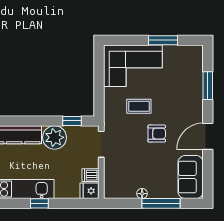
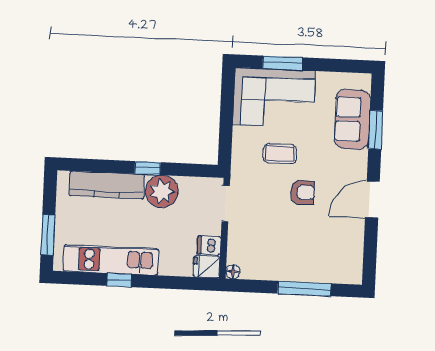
window: (163, 40) -> (283, 63), moved
window: (72, 121) -> (148, 168), moved
sofa: (191, 177) -> (352, 119), moved
floor lamp: (142, 194) -> (233, 272), moved
window: (39, 203) -> (119, 280), moved

